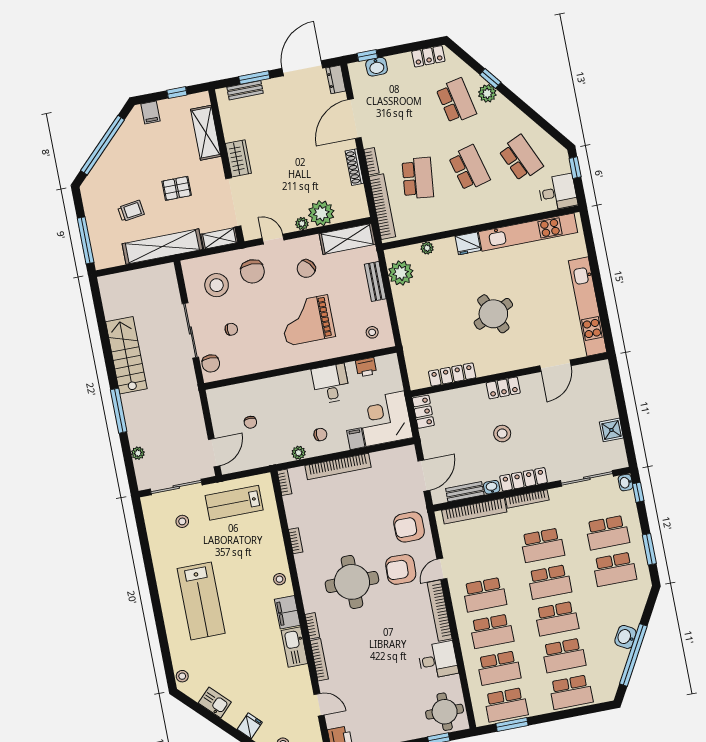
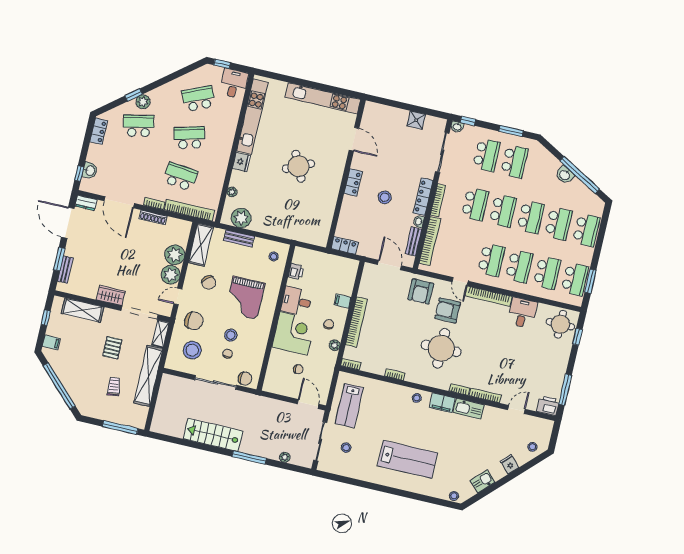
plant: (302, 224) -> (171, 275), width x1.88, depth x1.88
stool: (255, 323) -> (231, 335), added
locker: (452, 375) -> (328, 214), removed
corner desk: (385, 419) -> (294, 333), moved, turned 180
armchair: (401, 569) -> (448, 310), turned 88

